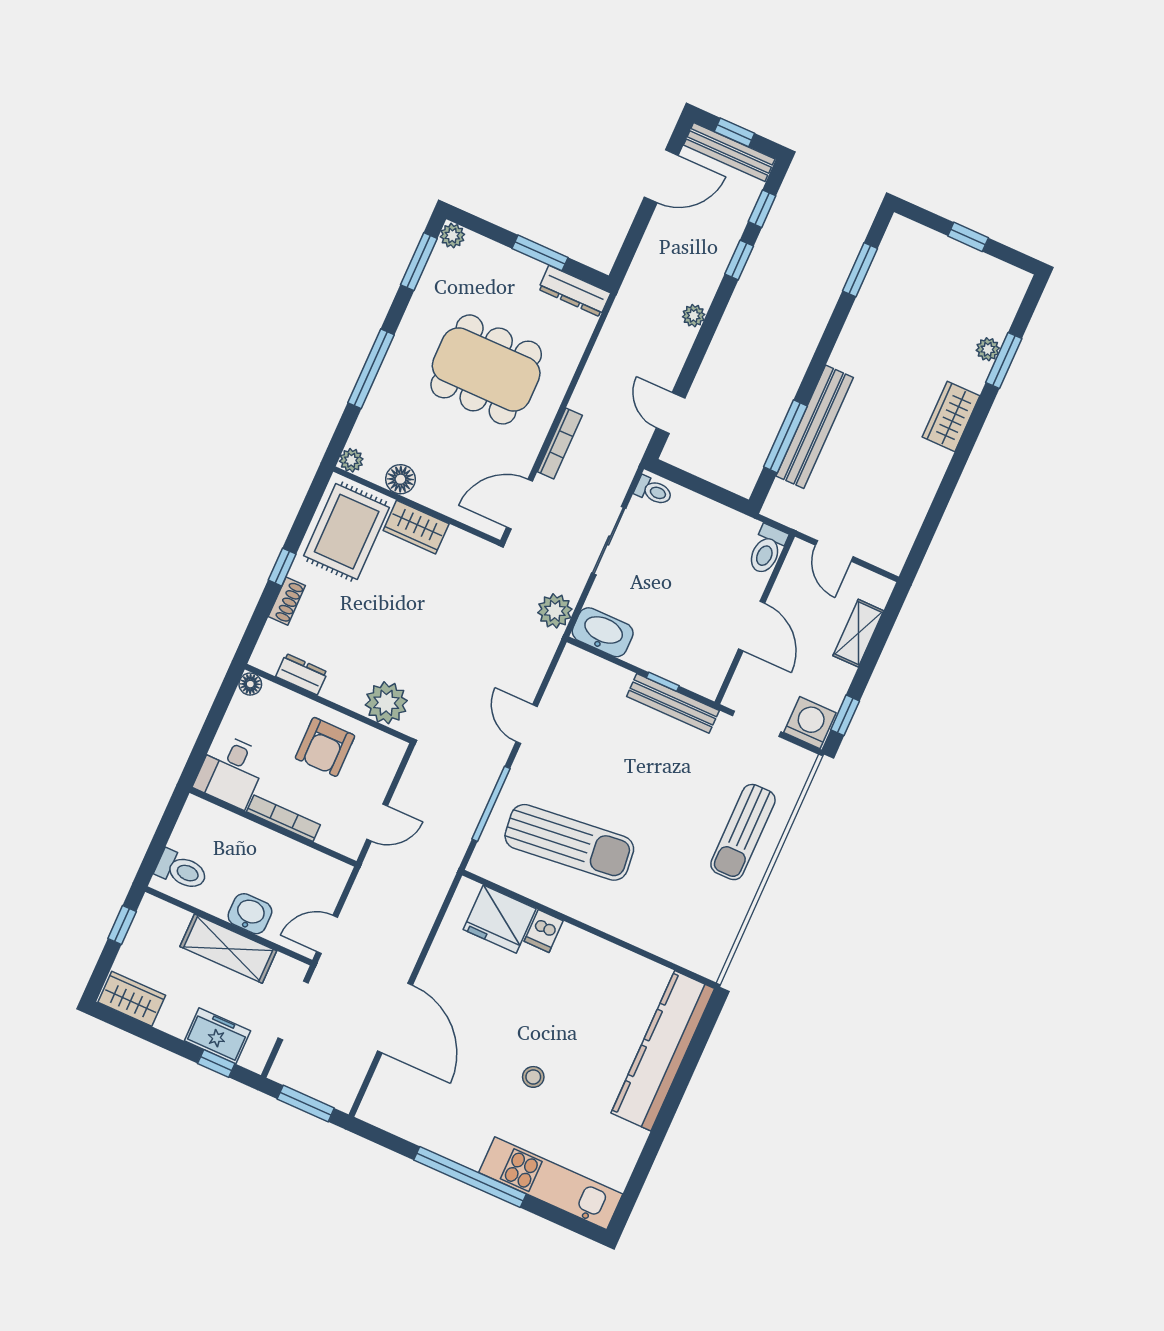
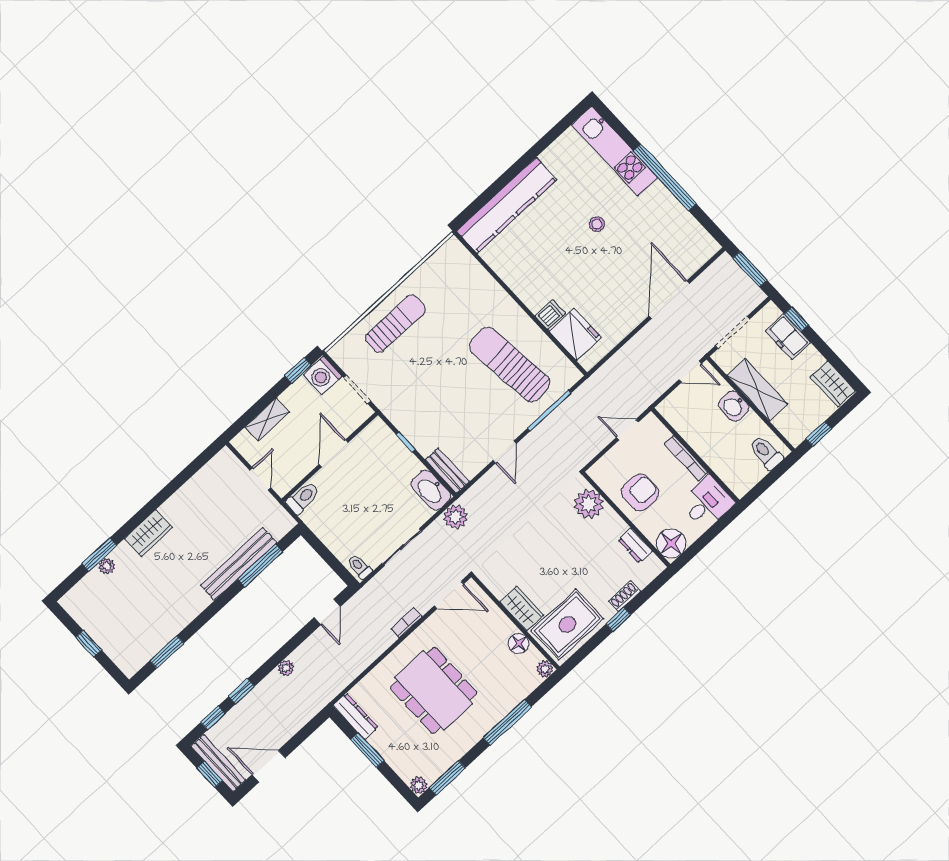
bookcase: (560, 443) -> (407, 623), width x0.64
floor lamp: (250, 684) -> (671, 543), width x1.89, depth x1.89
bench: (673, 703) -> (447, 471), moved, width x0.73

